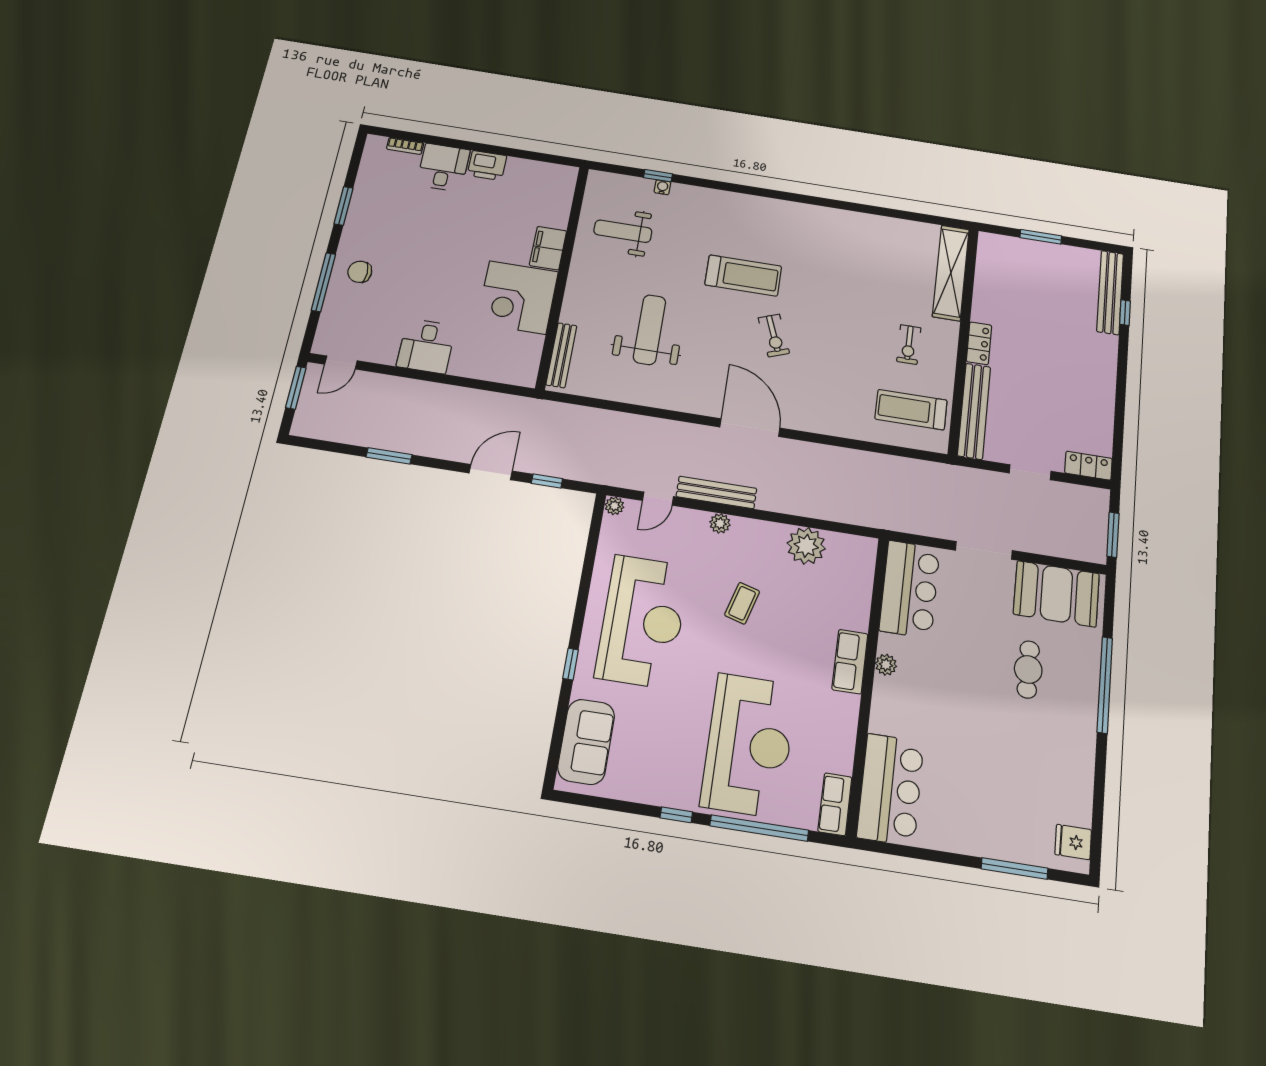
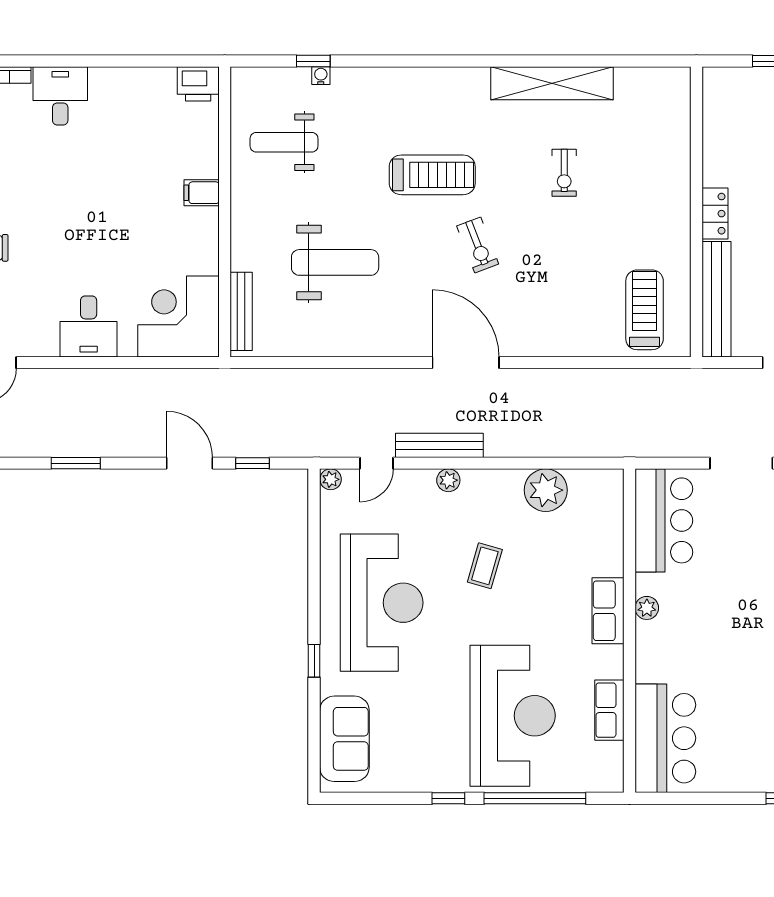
printer: (487, 165) -> (198, 84), moved
filing cabinet: (548, 248) -> (202, 193), width x0.50
shelving: (951, 273) -> (552, 83), moved, turned 90
corner desk: (517, 297) -> (179, 316), moved, turned 90
weight bench: (650, 330) -> (335, 262), turned 90
exercise bike: (909, 345) -> (564, 173), moved
treadmill: (911, 410) -> (645, 310), turned 90
door: (491, 472) -> (189, 463), hinge flipped
row of seats: (835, 804) -> (609, 710), moved

